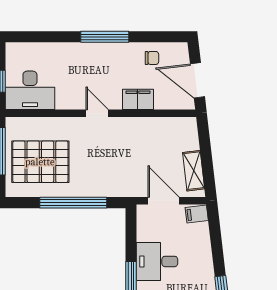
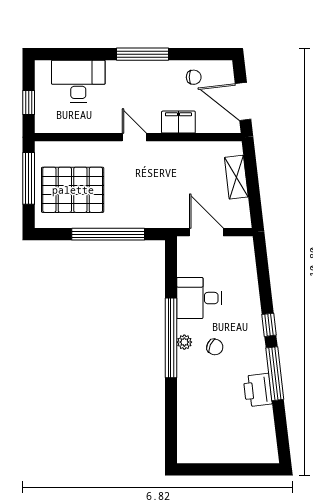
desk: (30, 90) -> (78, 81), moved, turned 180
shelving: (194, 171) -> (236, 177), moved
filing cabinet: (197, 214) -> (242, 246), removed

